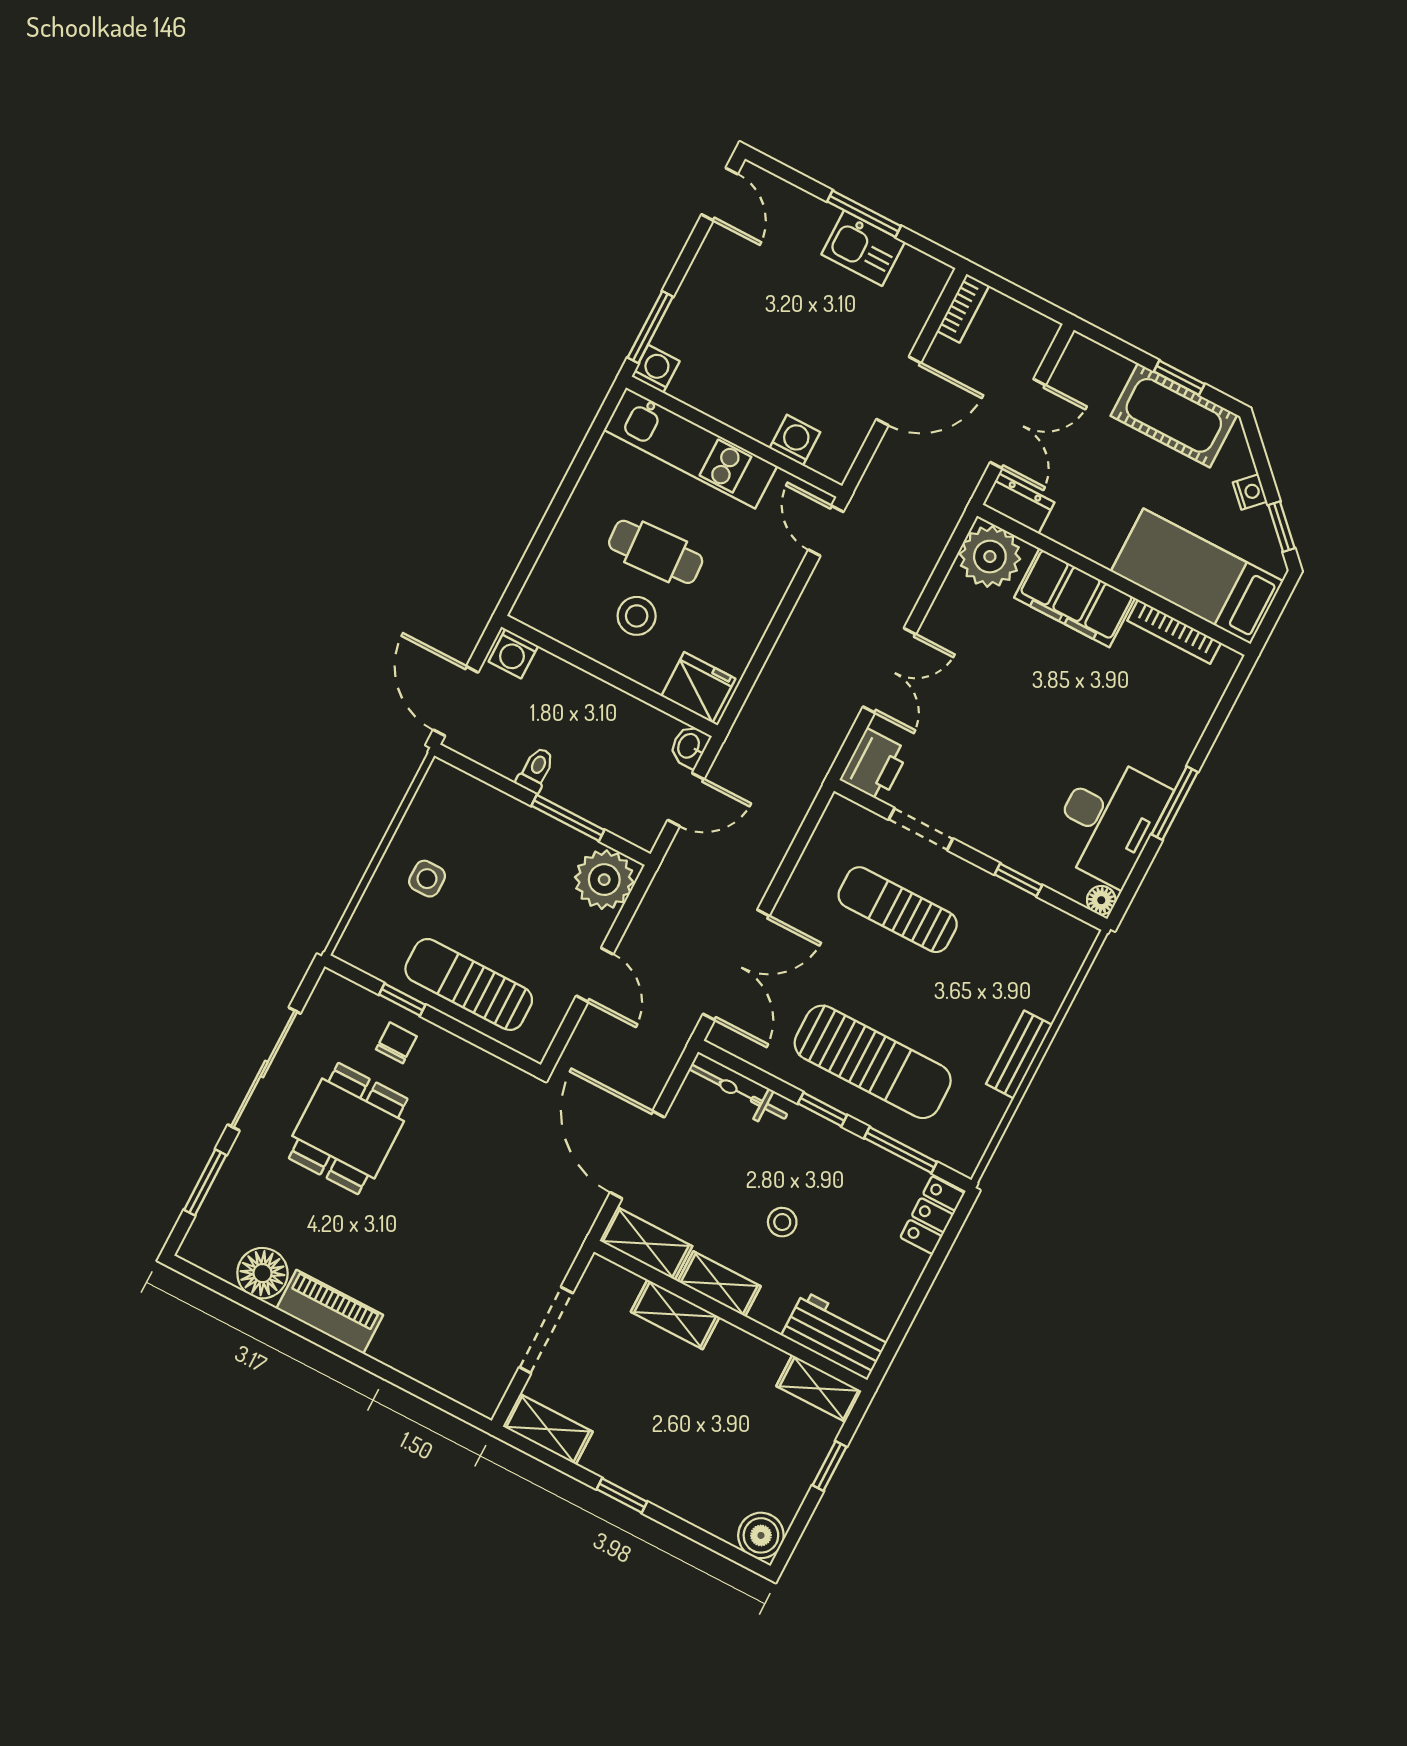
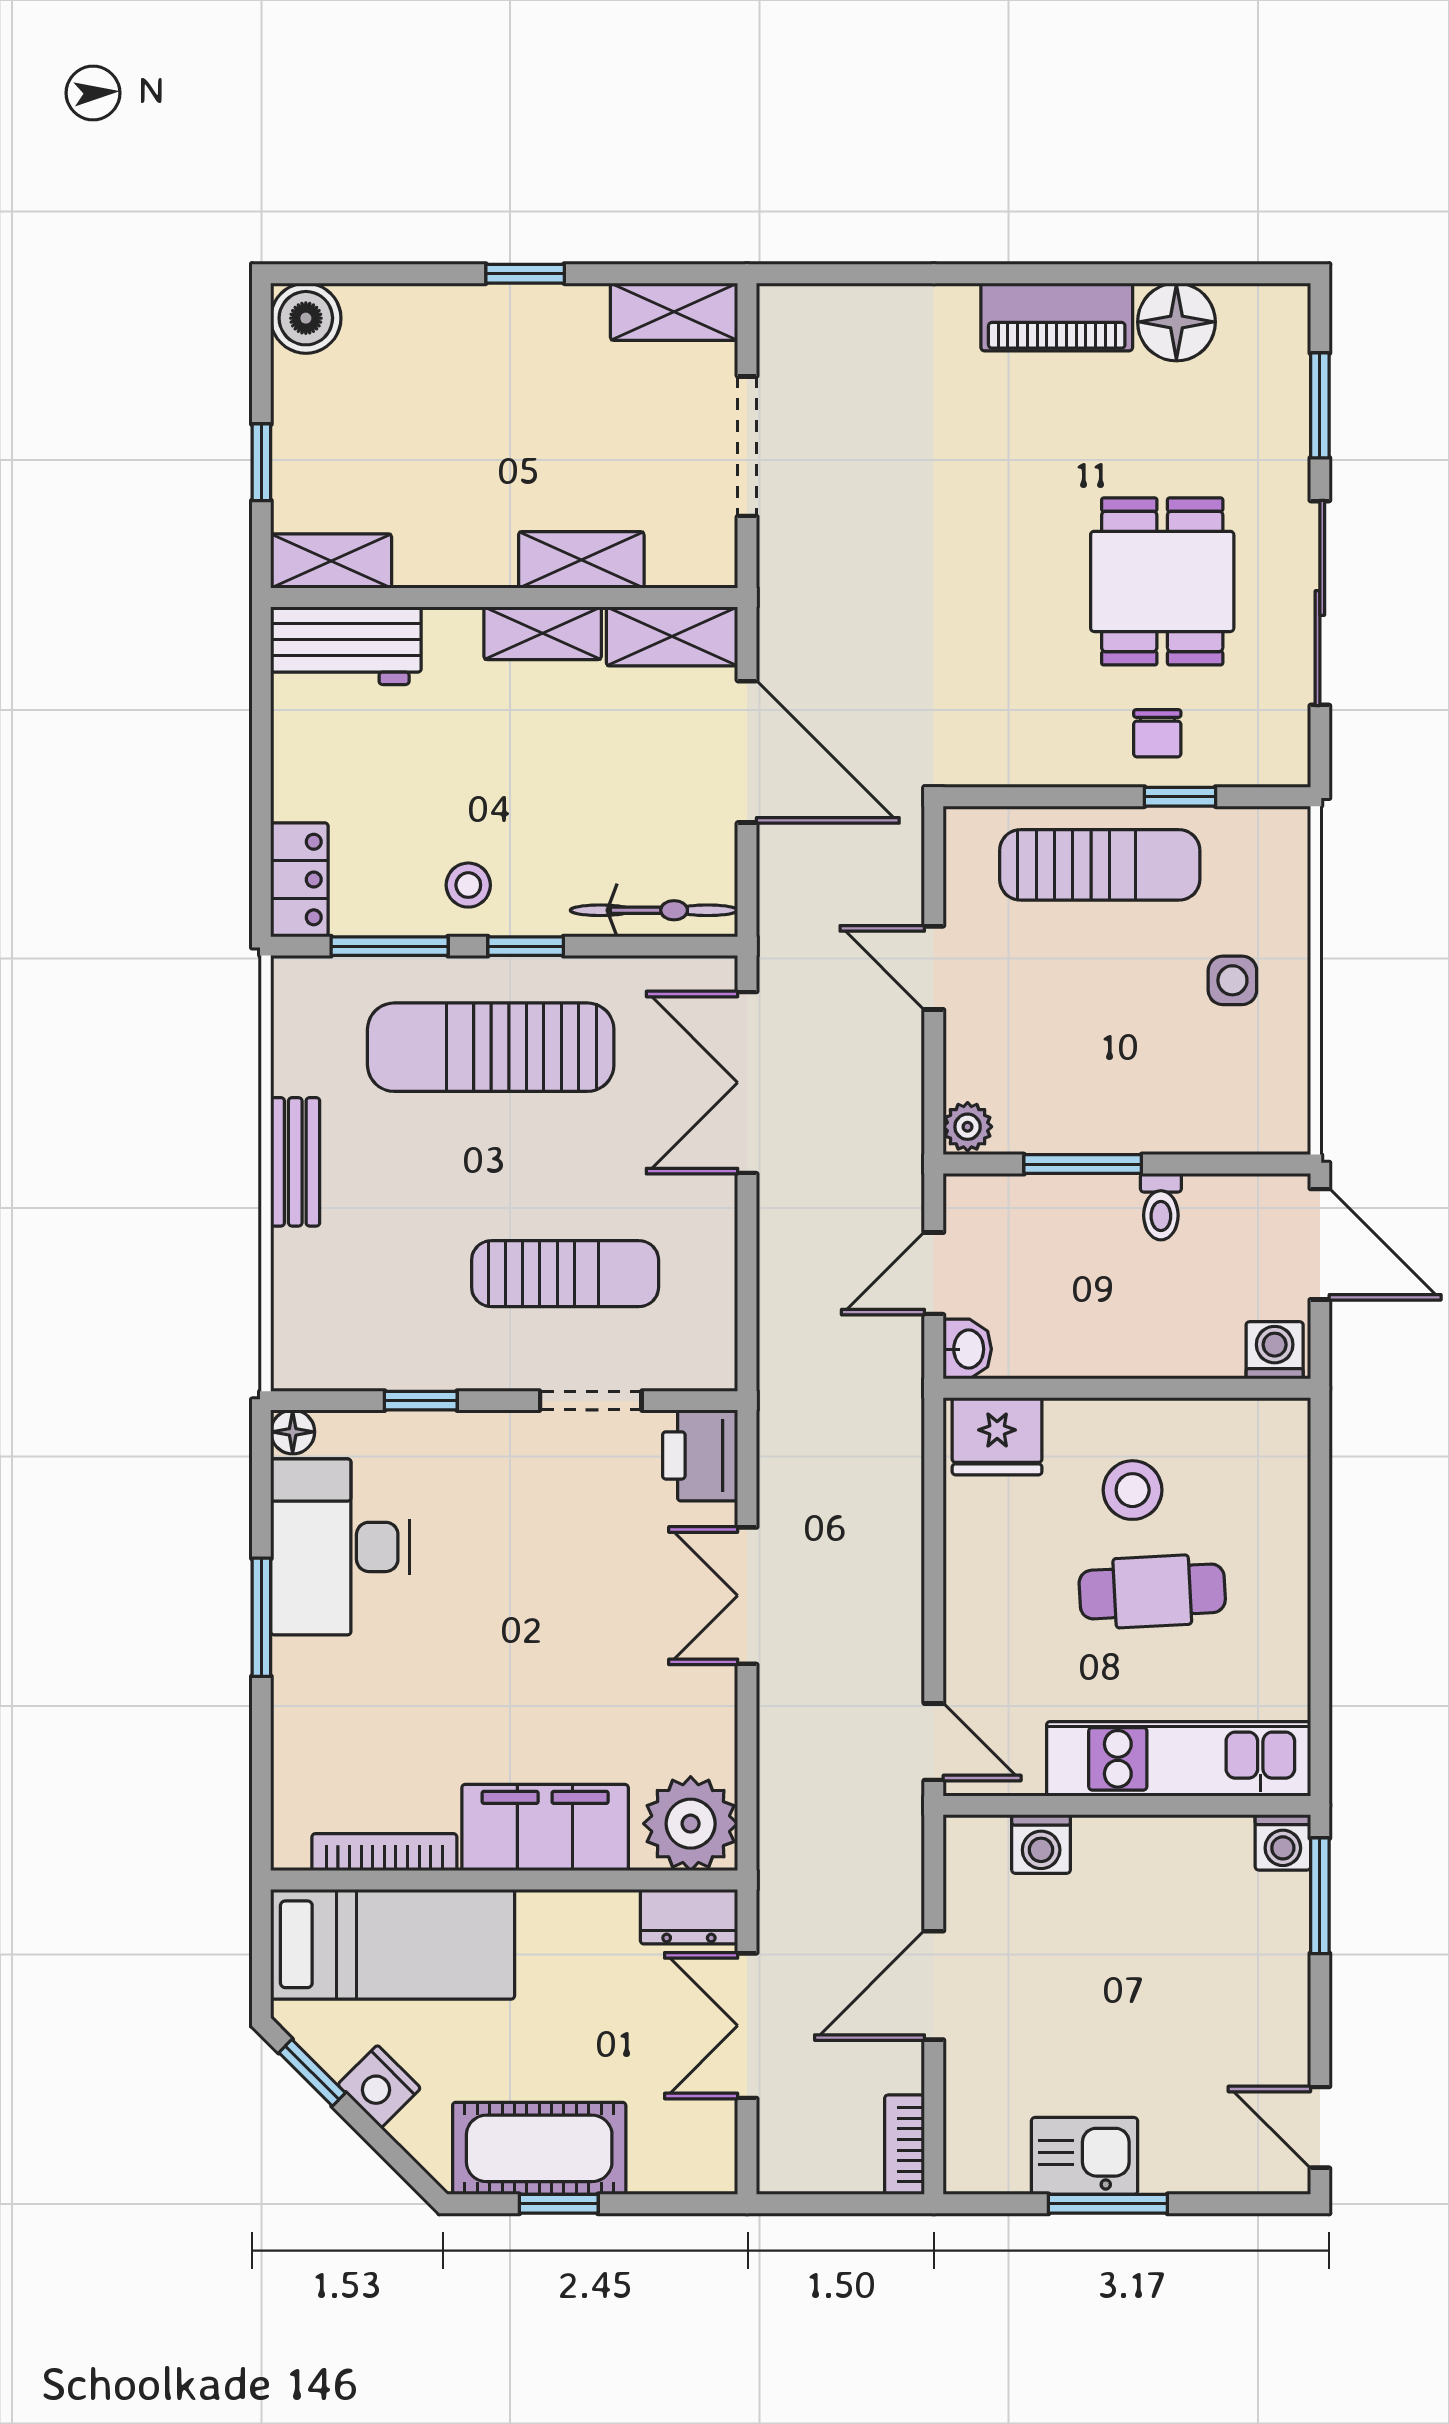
nightstand: (1250, 492) -> (379, 2086), width x1.39, depth x1.35
plant: (604, 880) -> (968, 1127), width x0.53, depth x0.53
stool: (782, 1222) -> (468, 885), moved

